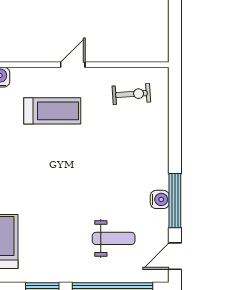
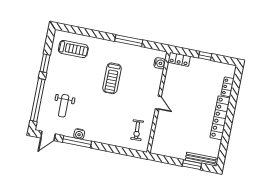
treadmill: (52, 111) -> (112, 78), moved
door: (175, 256) -> (48, 136), swing flipped

